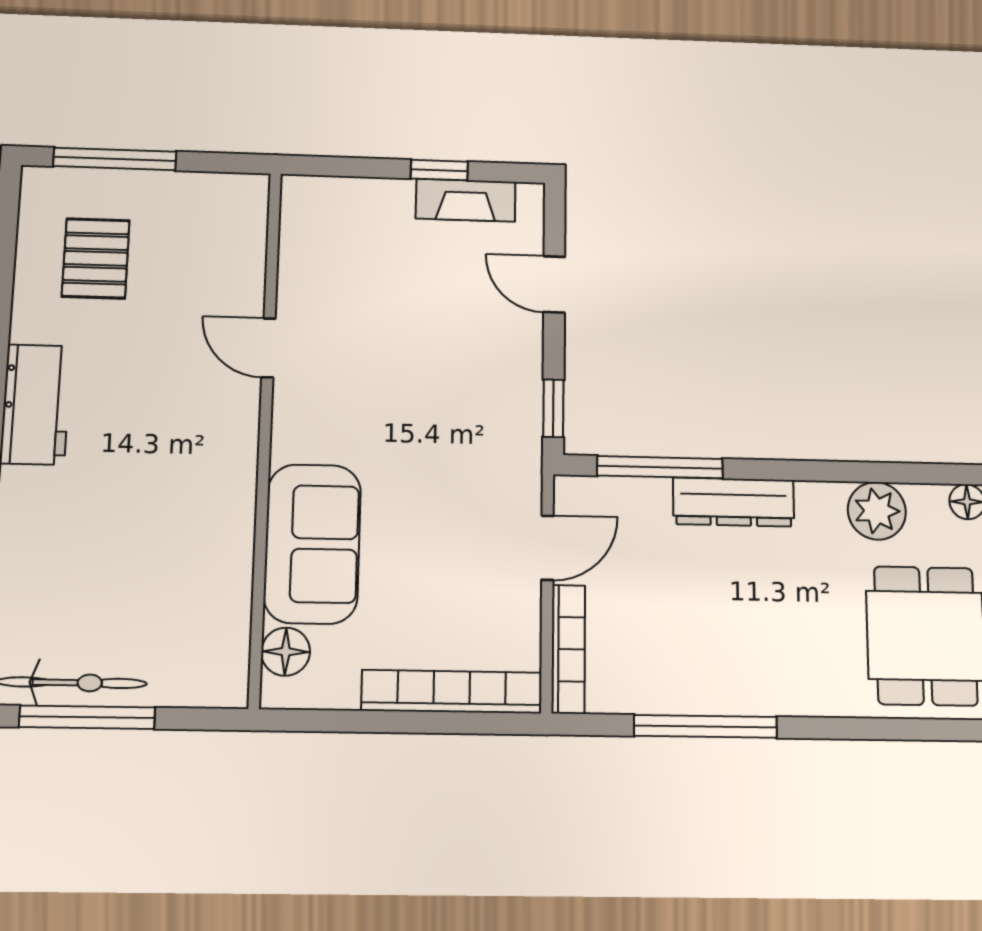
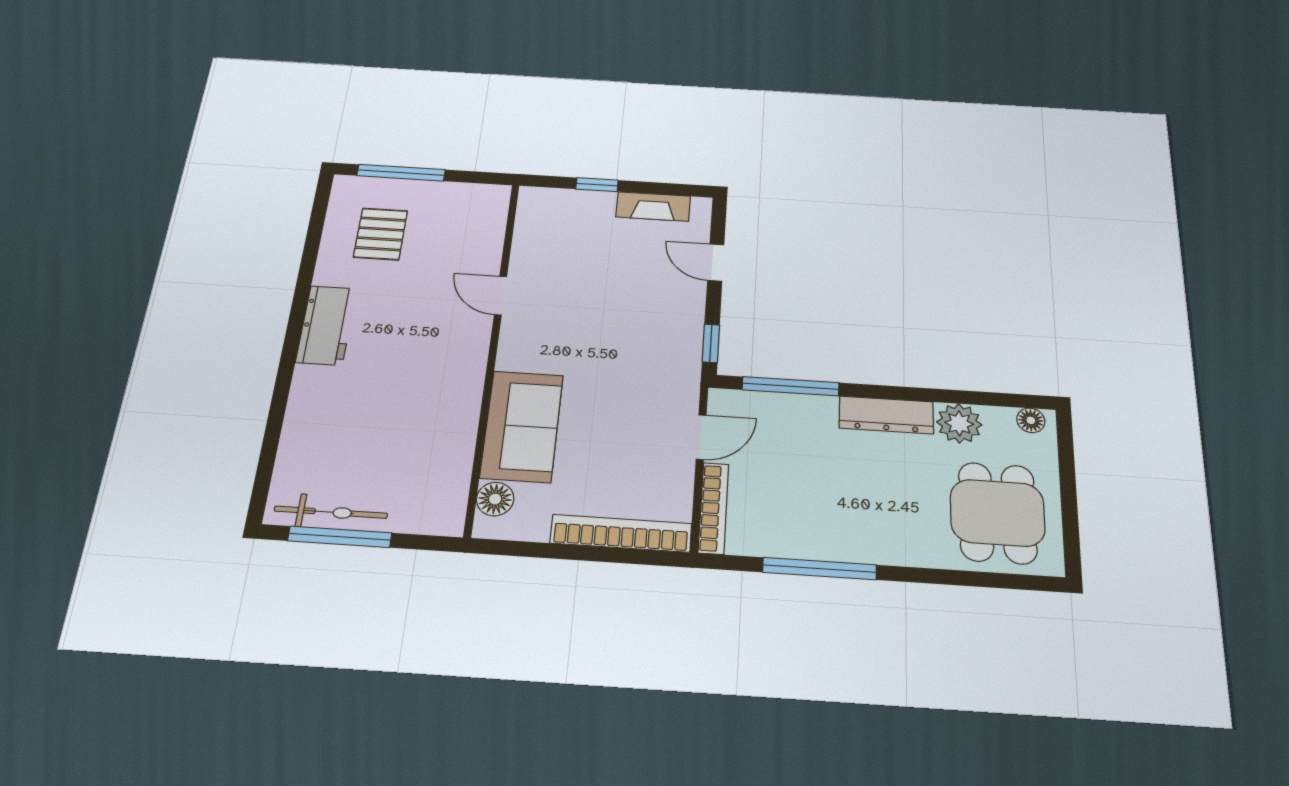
window: (439, 170) -> (597, 185), moved
dresser: (734, 502) -> (886, 415), moved

